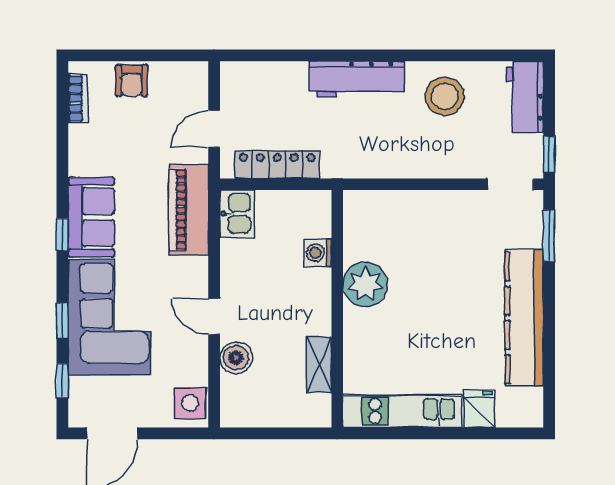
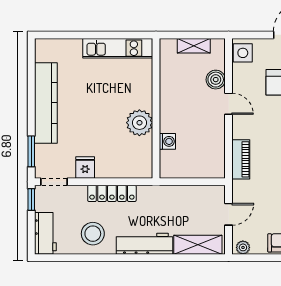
plant: (190, 73) -> (243, 247), added
shelving: (266, 77) -> (198, 245), added
locker: (277, 165) -> (112, 193), moved
piano: (189, 210) -> (241, 159), width x0.73, depth x0.75
kitchen sink: (237, 214) -> (215, 164), removed
shelving: (319, 364) -> (194, 46), moved, turned 90
fridge: (479, 409) -> (85, 167), moved, turned 180

